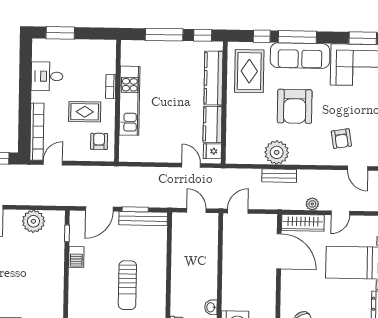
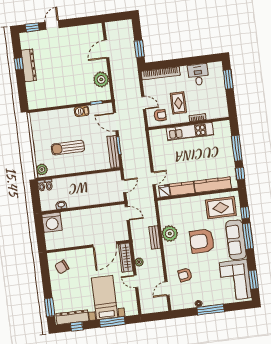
door: (53, 163) -> (144, 103), moved

